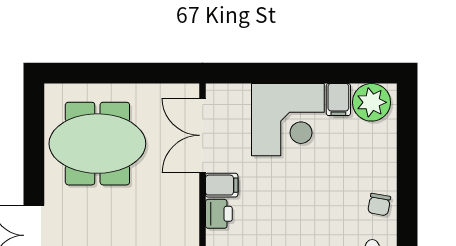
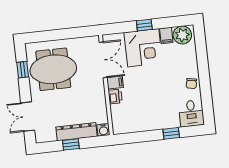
window: (295, 73) -> (144, 25), added
double door: (203, 135) -> (103, 60), swing flipped
window: (34, 138) -> (23, 70), added

